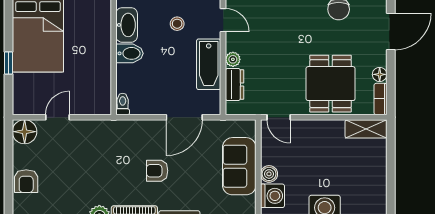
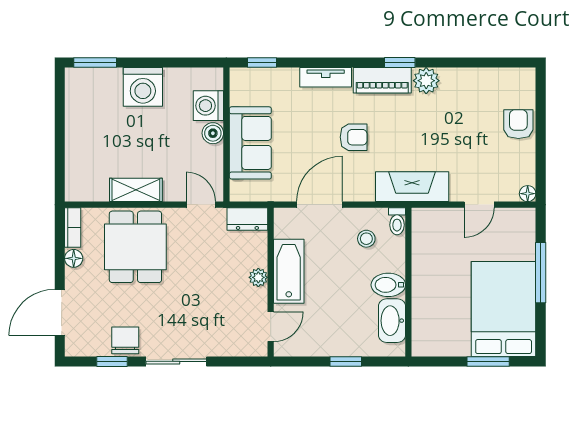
door: (223, 20) -> (271, 327), swing flipped
stool: (177, 24) -> (366, 239), moved
window: (8, 63) -> (541, 273), width x2.17
dresser: (234, 85) -> (247, 219), moved, turned -90
shelving: (366, 129) -> (136, 190), moved
fireplace: (111, 131) -> (412, 187), added
floor lamp: (25, 132) -> (528, 194), width x0.53, depth x0.53

